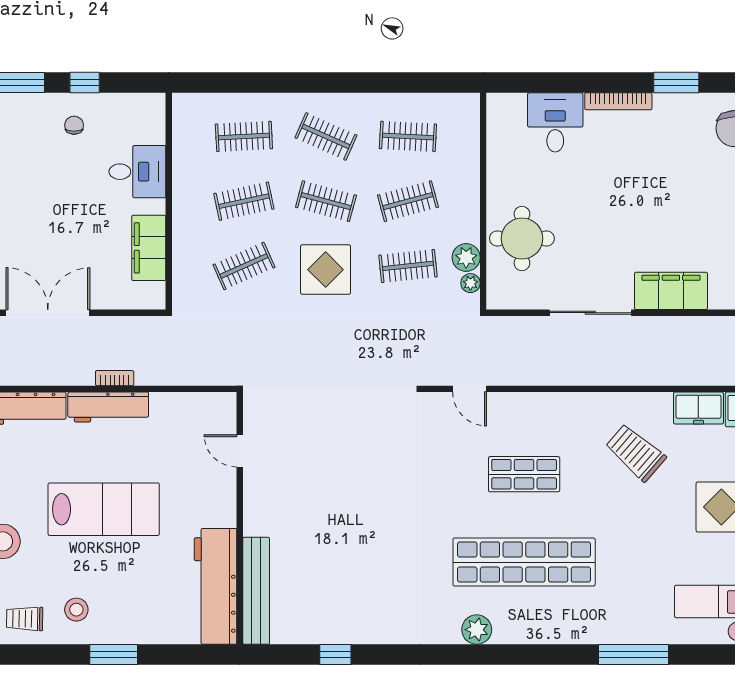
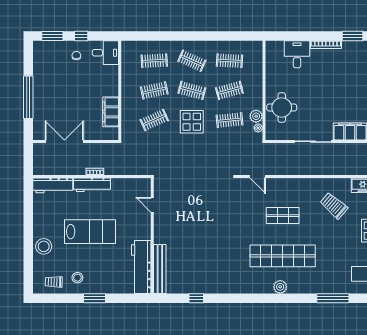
desk: (137, 172) -> (105, 53), moved
plant: (477, 630) -> (280, 287), moved

